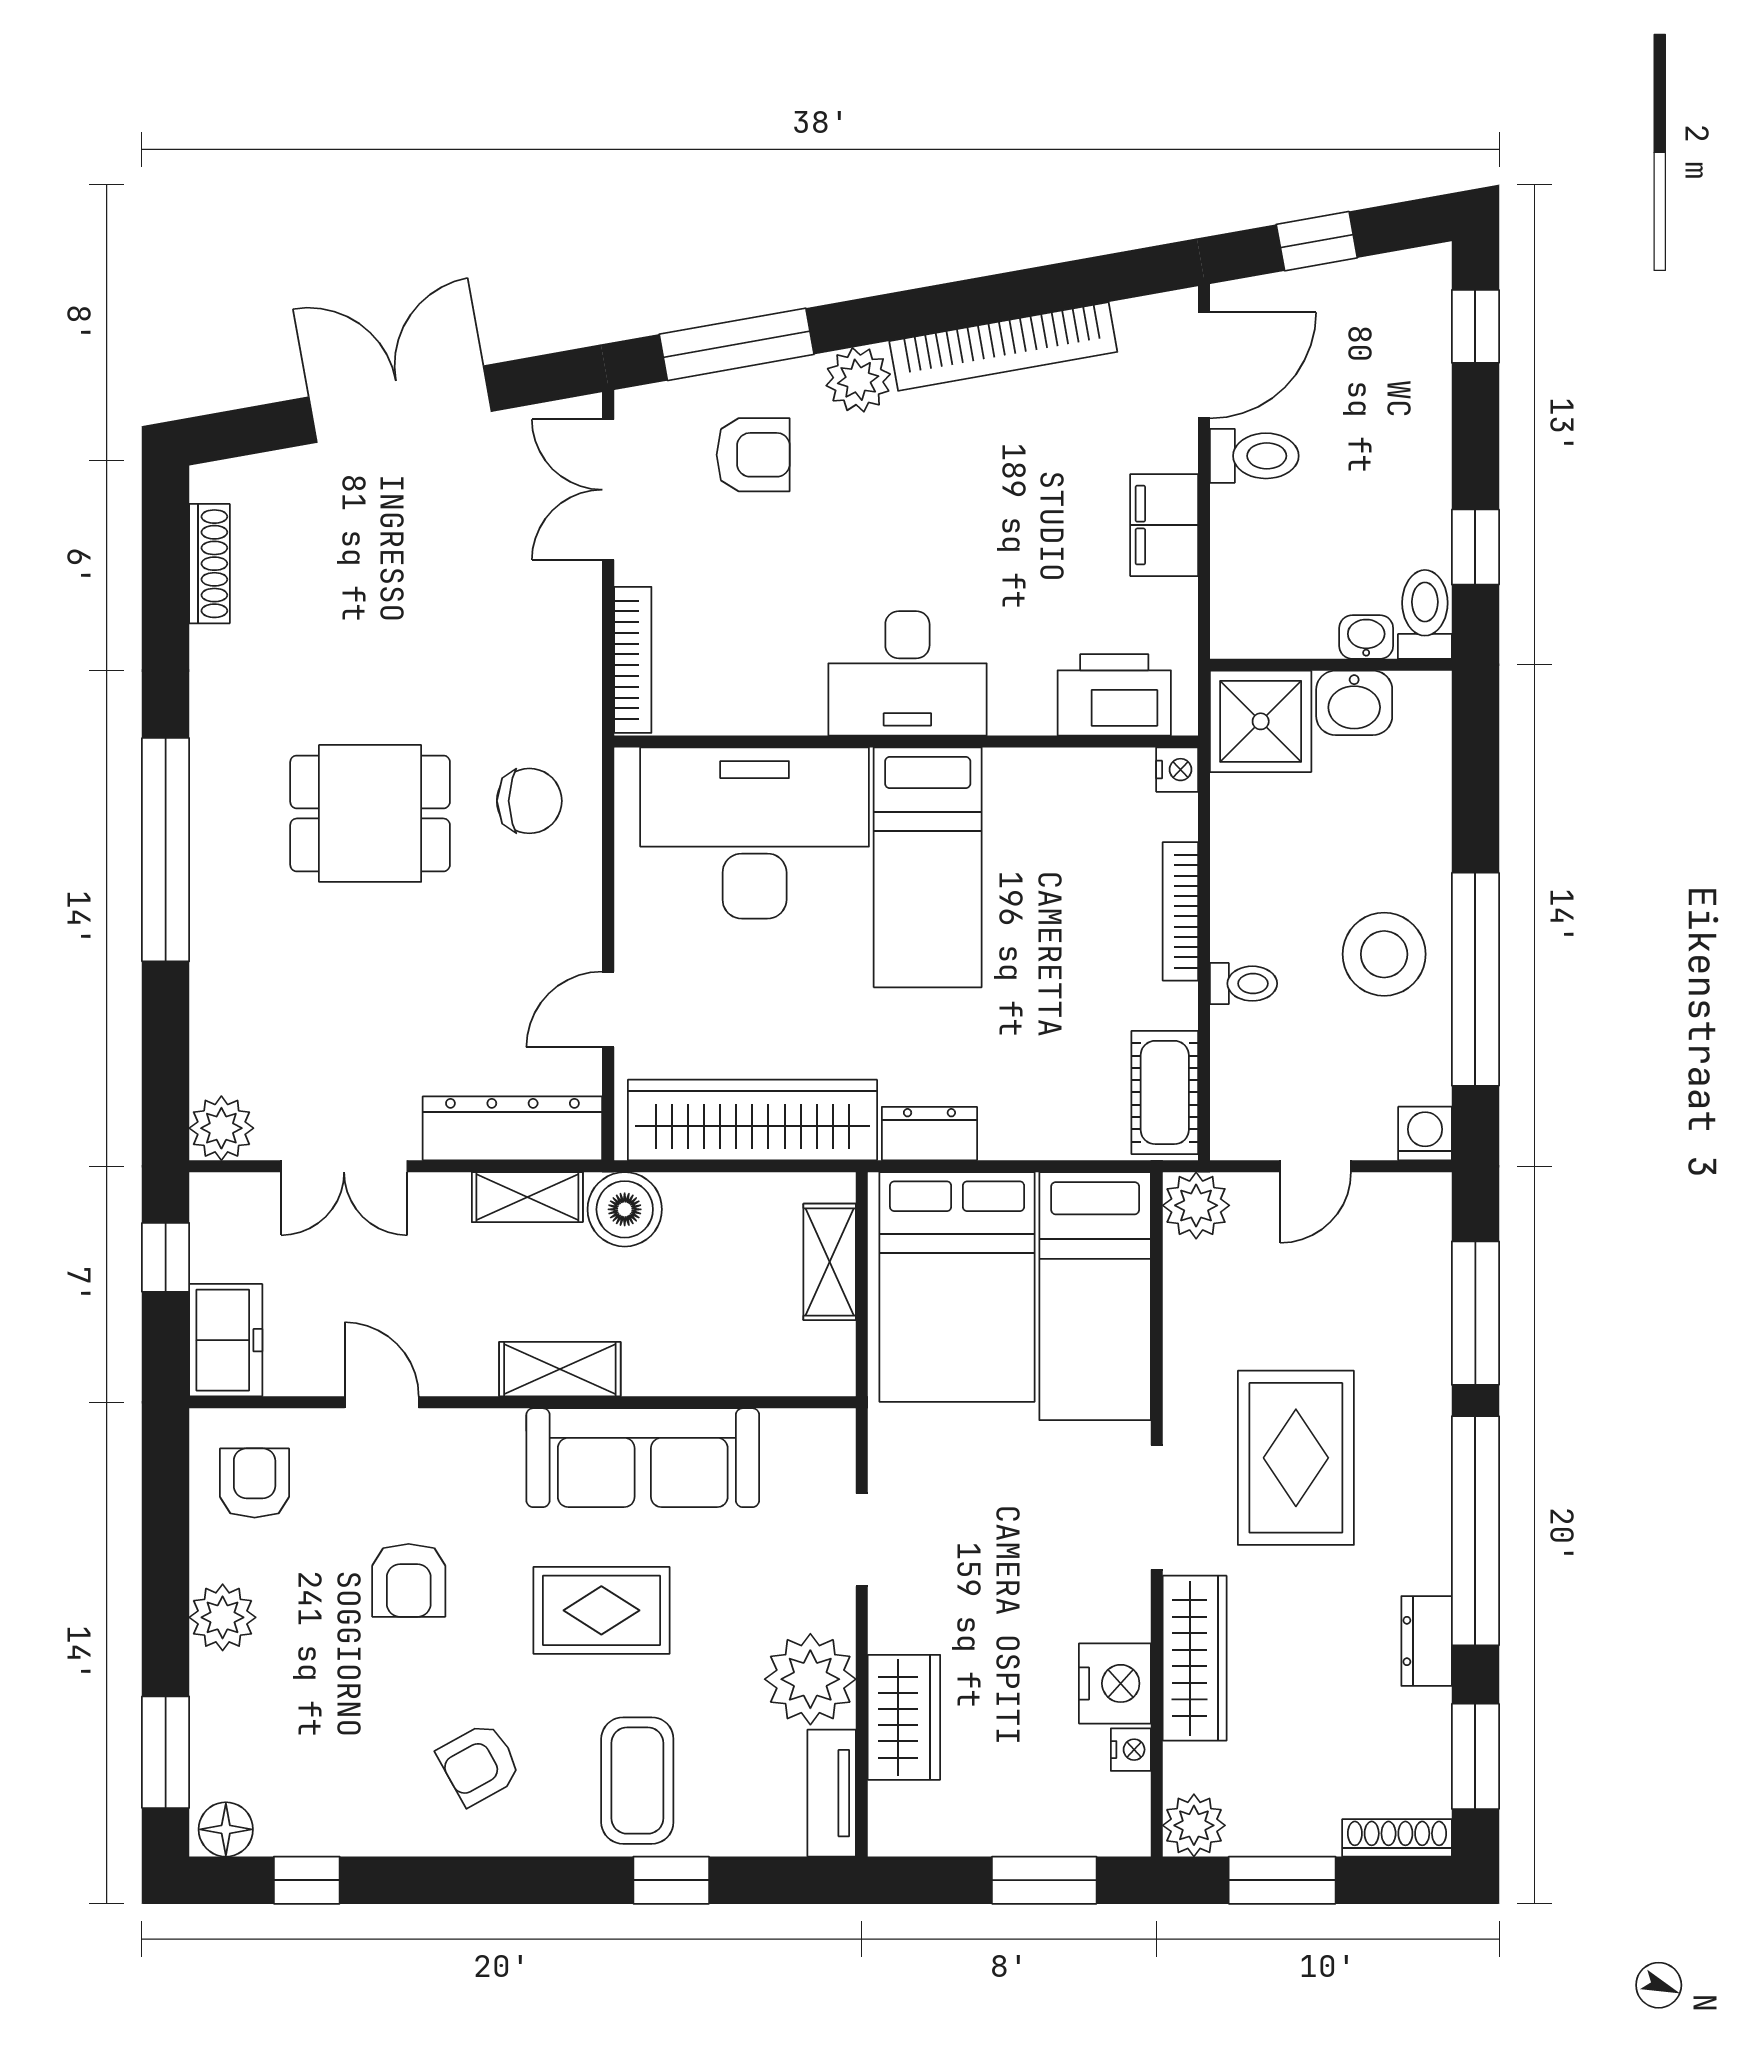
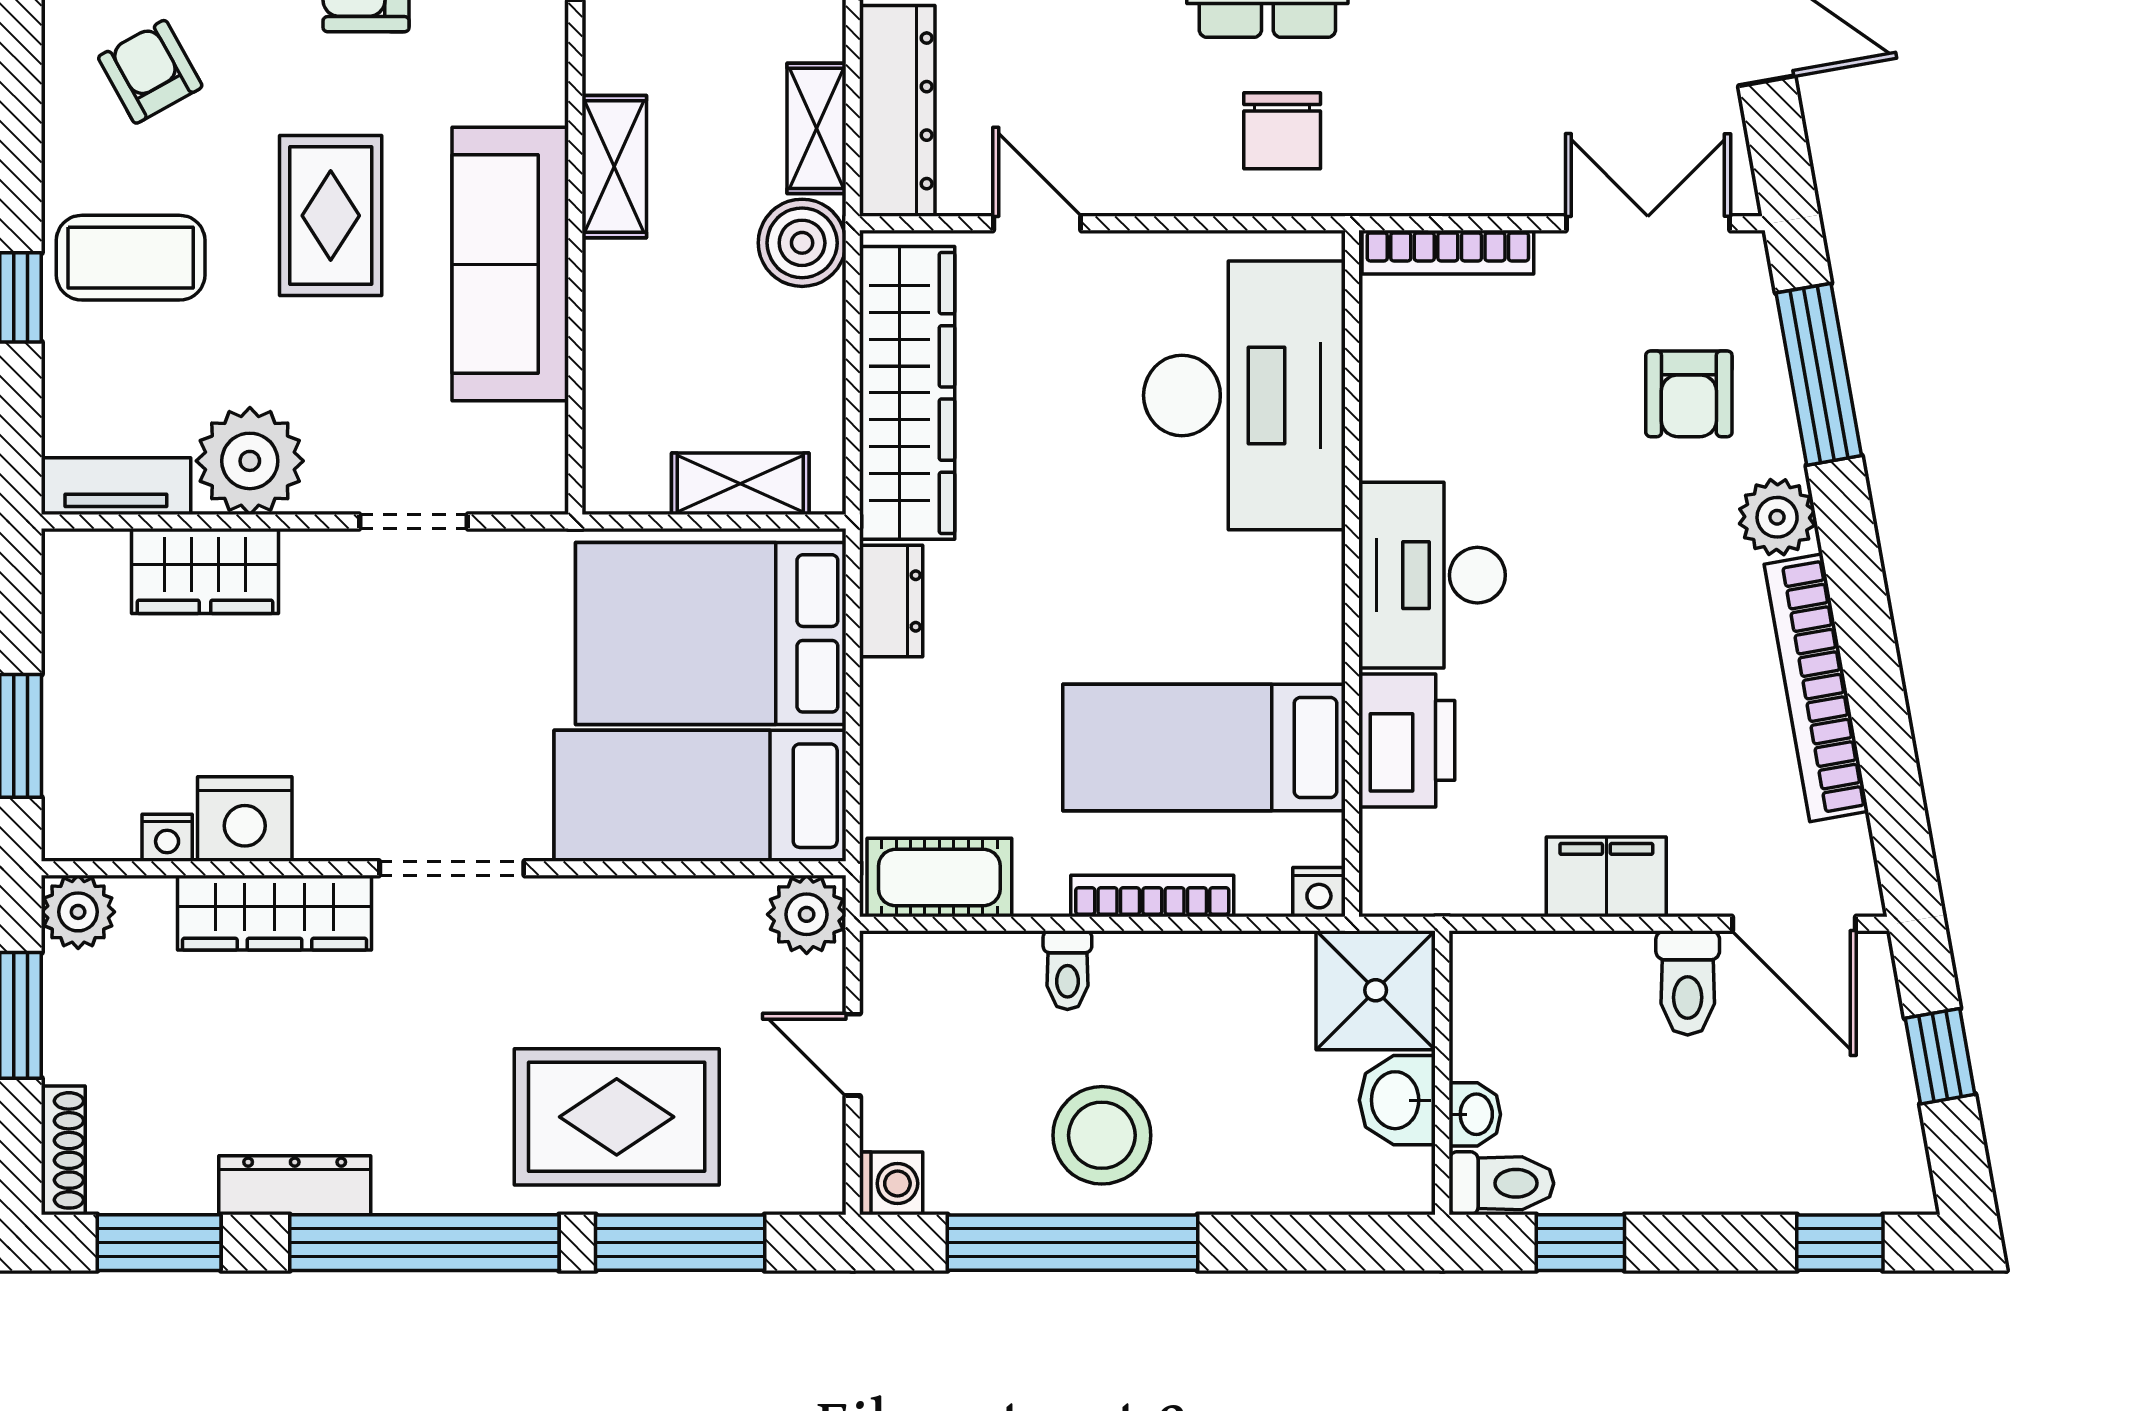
printer: (1114, 695) -> (1407, 740), moved
bed: (928, 867) -> (1204, 747), moved
rug: (1296, 1458) -> (617, 1117), moved
dresser: (1427, 1641) -> (295, 1185), width x1.44

